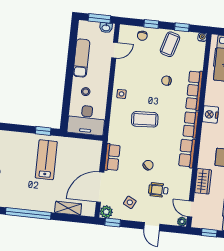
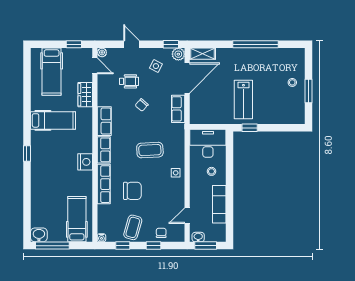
chair: (166, 81) -> (132, 191), width x1.87, depth x1.87
shelving: (68, 208) -> (202, 54), moved

